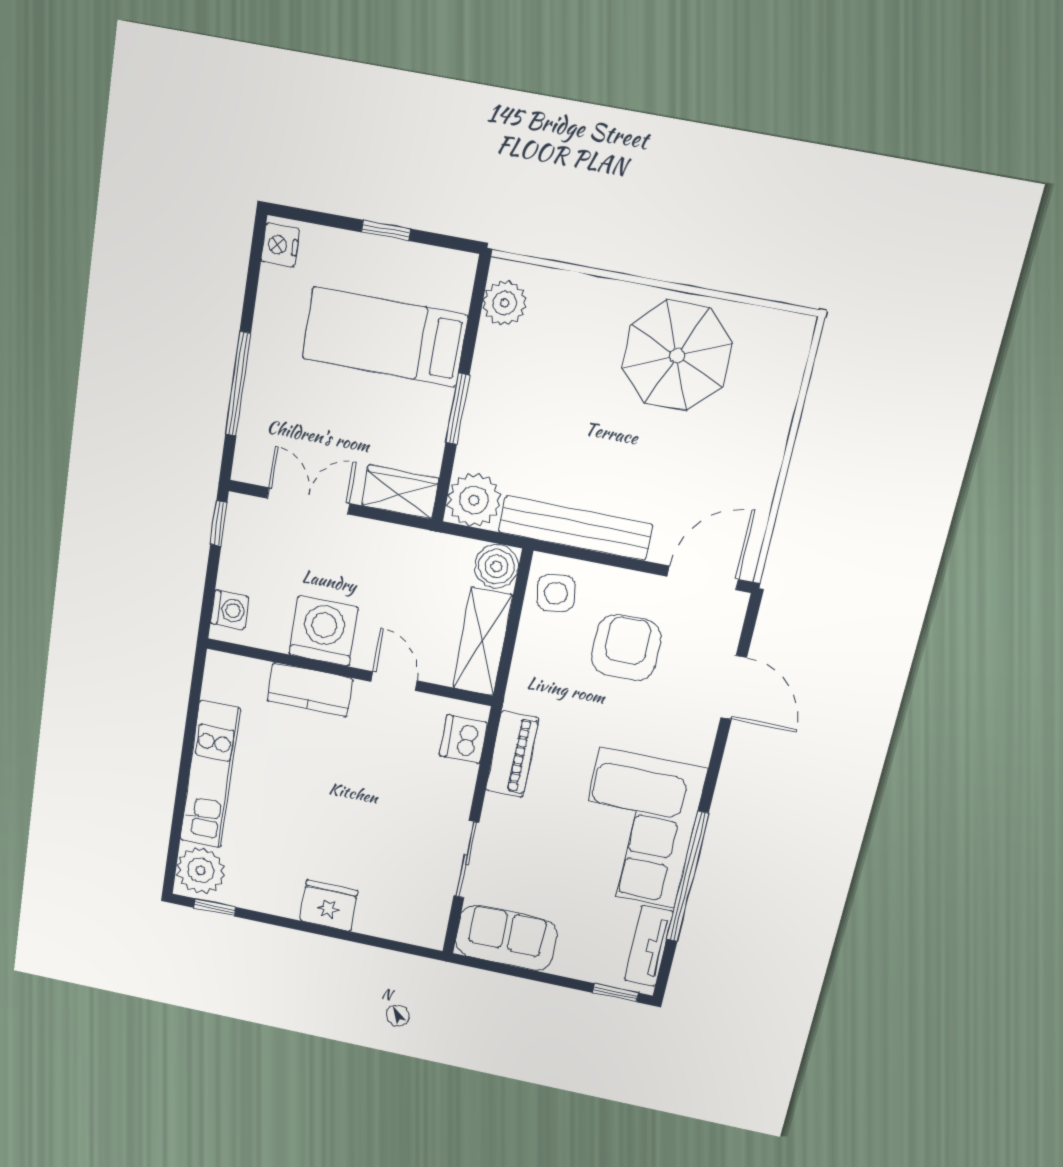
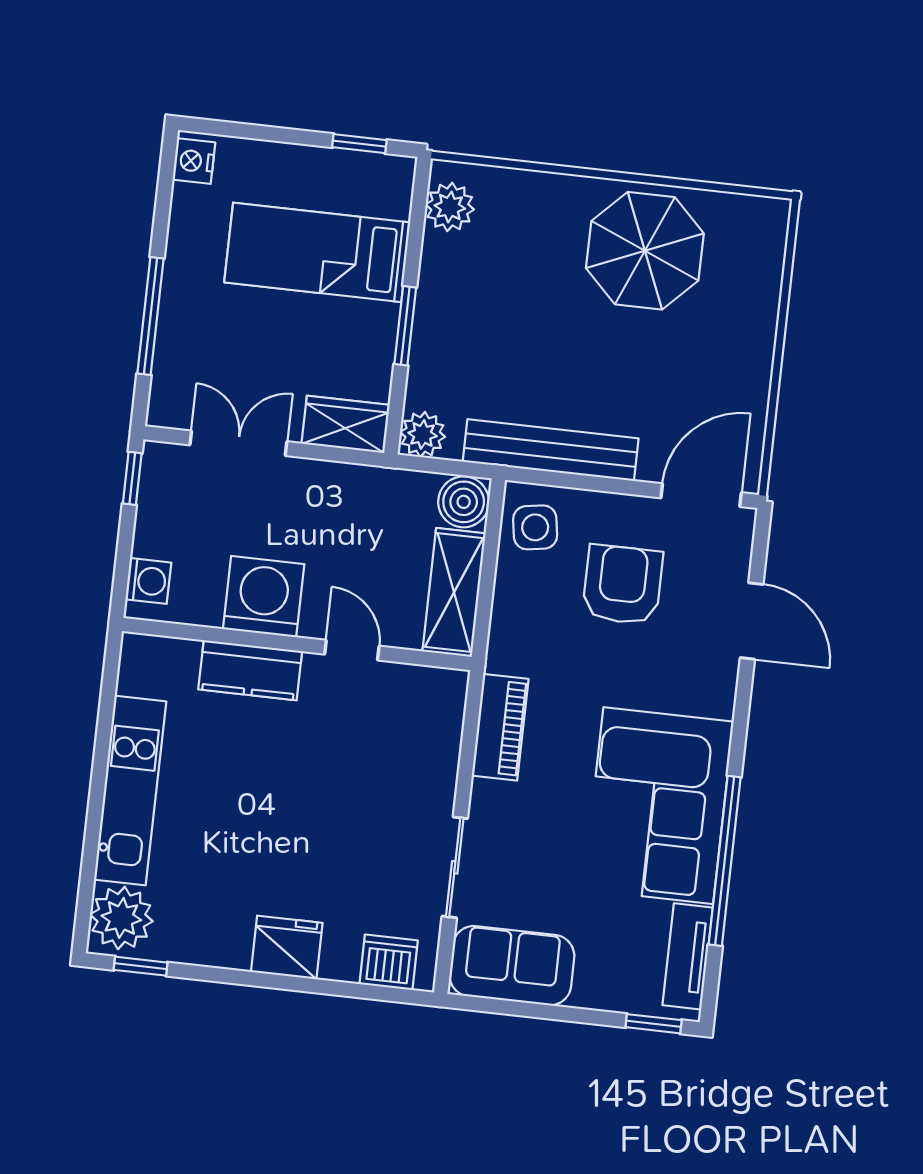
window: (386, 230) -> (359, 144), moved
plant: (474, 500) -> (423, 434), width x0.73, depth x0.73
dishwasher: (464, 739) -> (389, 962), moved, turned 90

